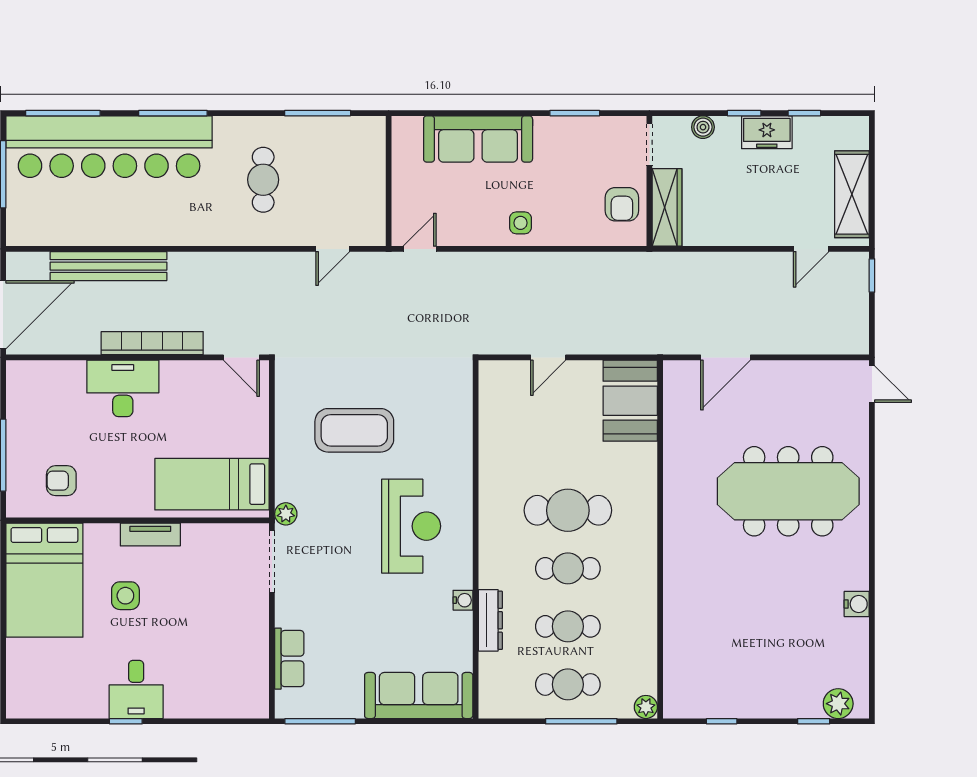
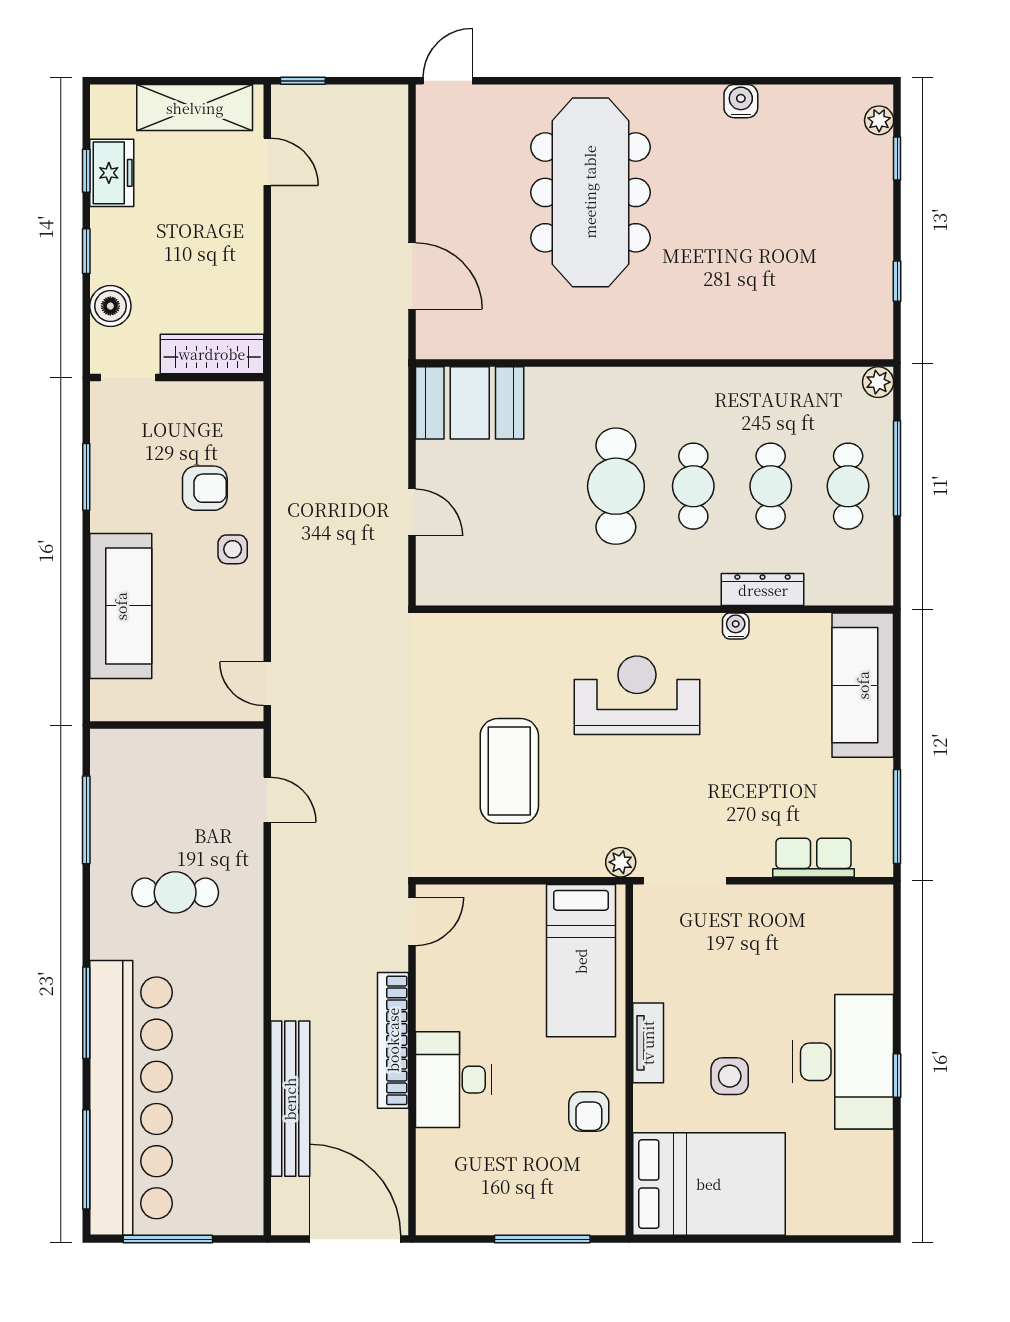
boiler: (703, 127) -> (110, 306), width x1.36, depth x1.36
freezer: (767, 132) -> (112, 173), moved
armchair: (622, 204) -> (205, 488), moved
armchair: (61, 481) -> (589, 1111), moved
desk: (136, 689) -> (843, 1062), width x1.87, depth x1.30
plant: (838, 704) -> (879, 120), width x0.73, depth x0.73

